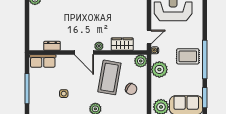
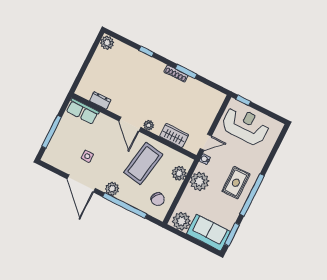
rug: (188, 56) -> (236, 183), turned 90
plant: (141, 61) -> (179, 173), moved
chair: (131, 89) -> (158, 199), moved

